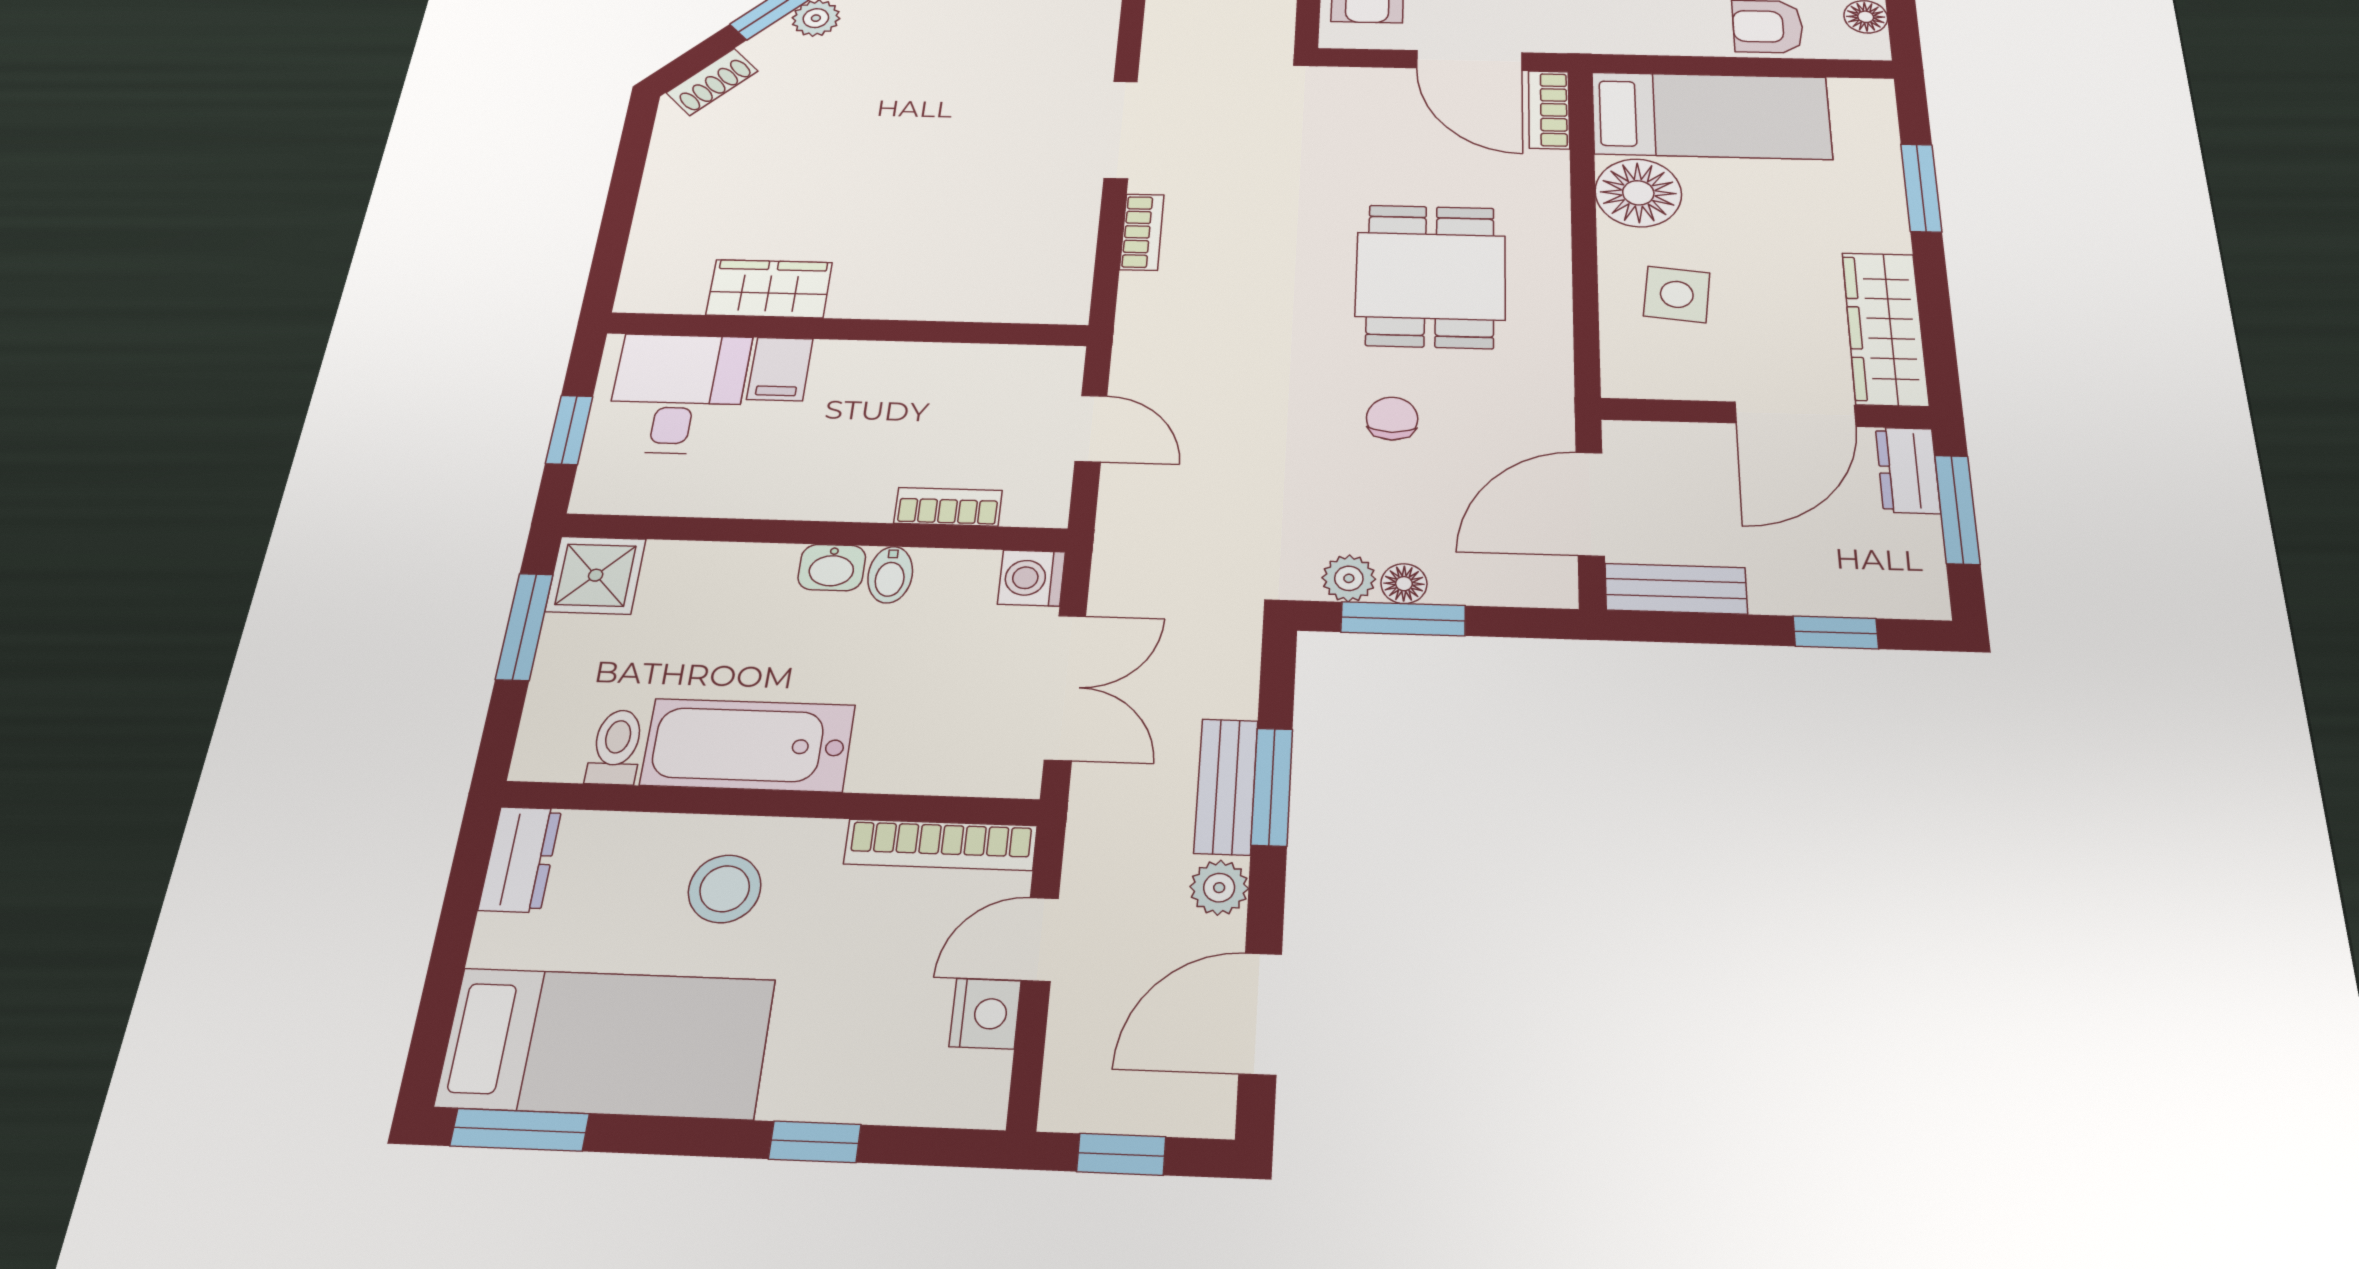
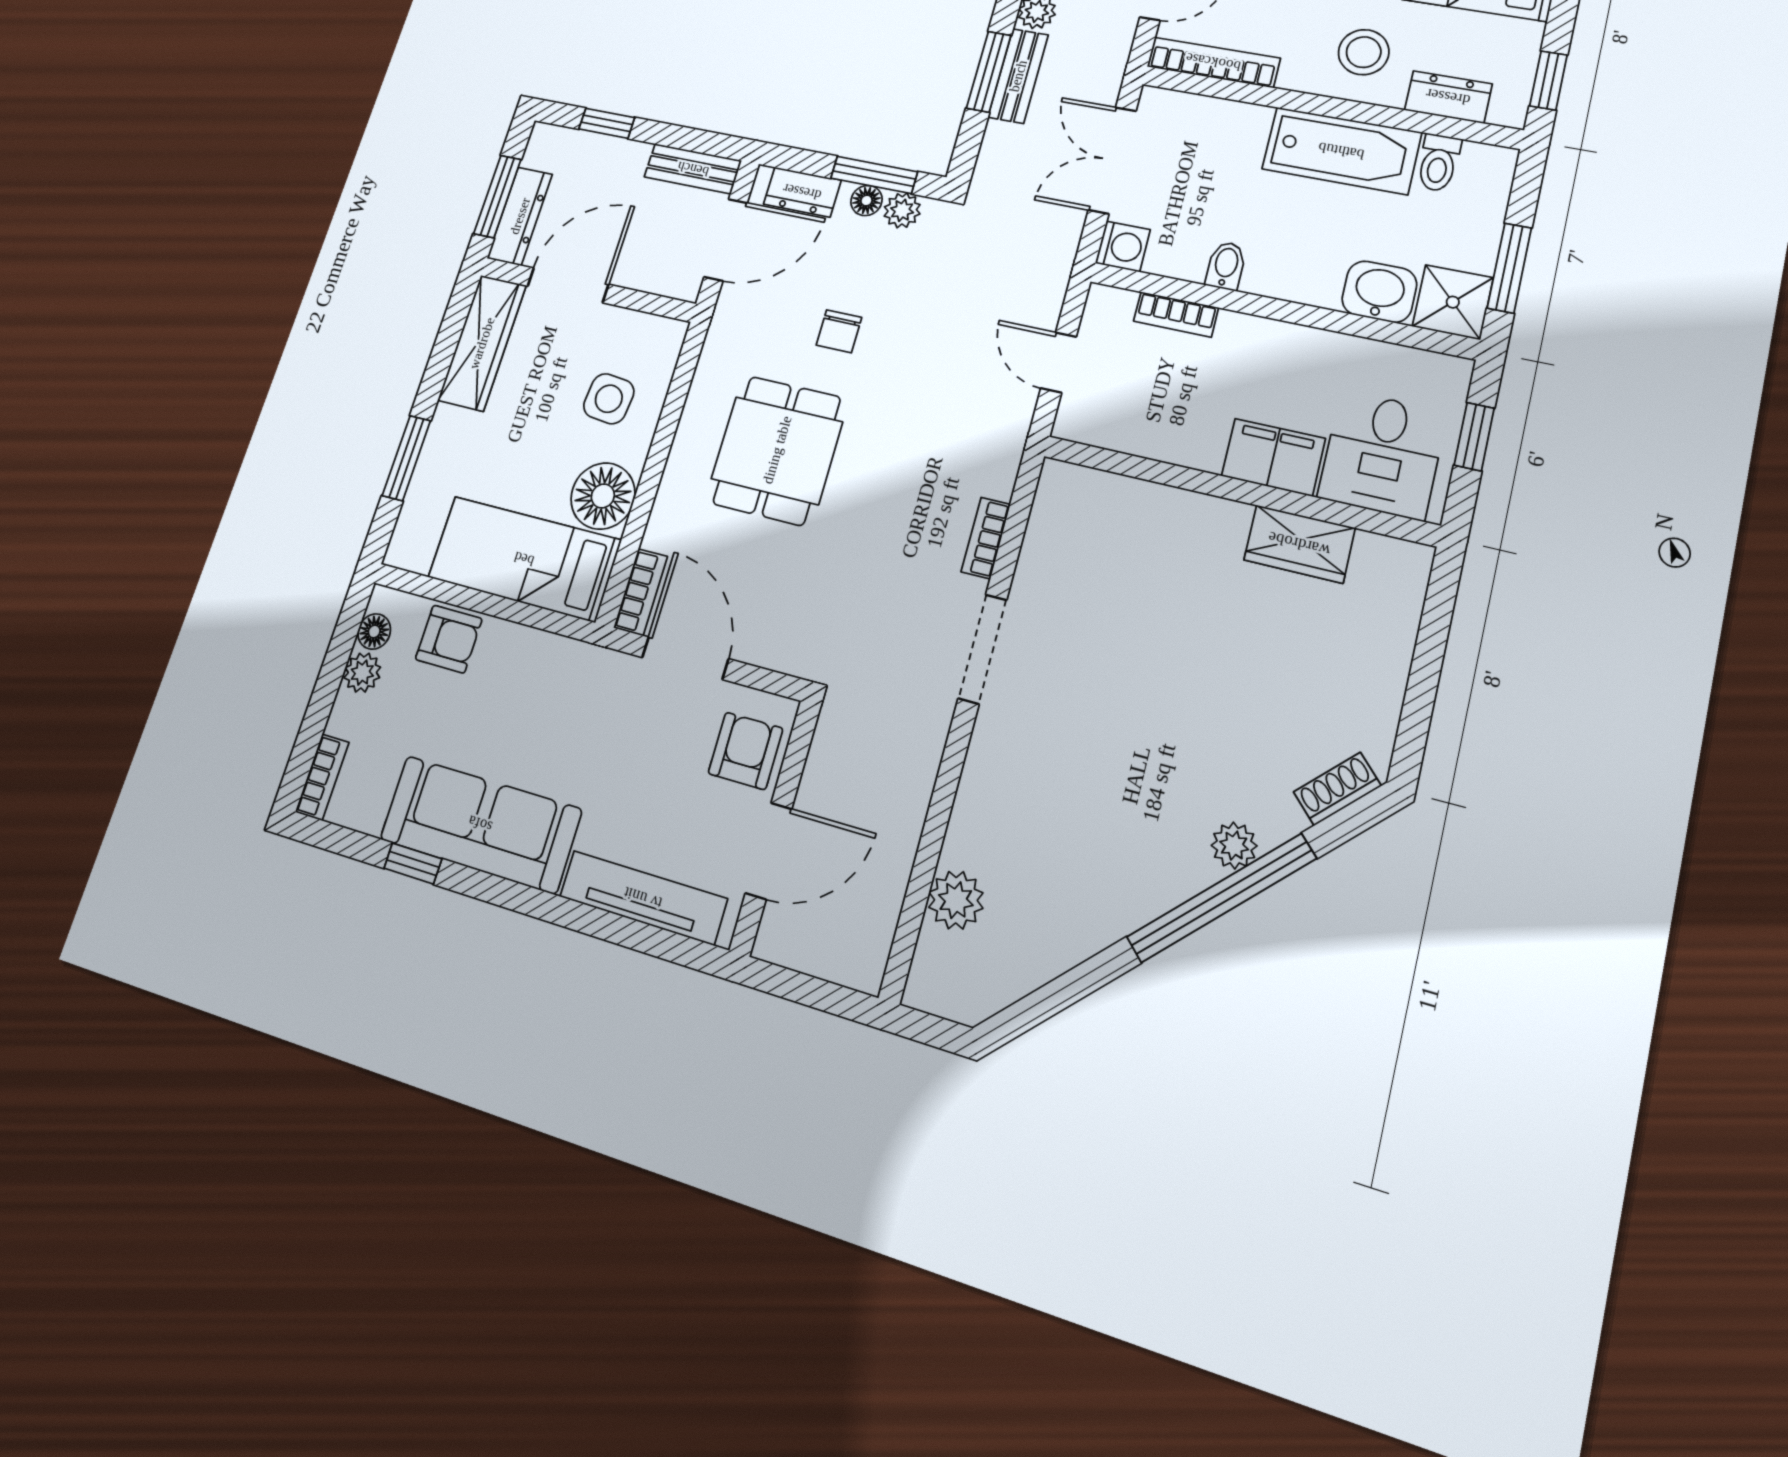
filing cabinet: (780, 369) -> (1273, 457), width x2.00
dresser: (1908, 470) -> (520, 216), width x1.44
washbasin: (832, 568) -> (1379, 292), moved, width x1.38, depth x1.45
dresser: (1501, 581) -> (802, 192), added
dresser: (520, 859) -> (1448, 97), moved, turned 90
window: (466, 882) -> (1548, 80), added

